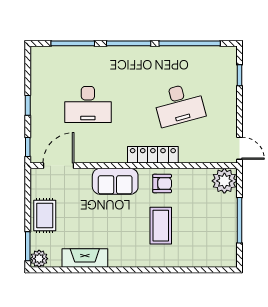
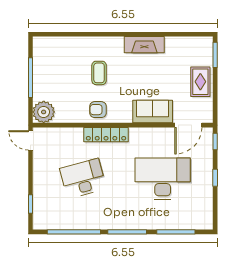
desk: (88, 104) -> (163, 179), width x1.36, depth x1.30
sofa: (115, 181) -> (153, 111), moved
coffee table: (161, 226) -> (99, 73), width x0.73, depth x0.77
fireplace: (85, 258) -> (144, 45), moved
plant: (39, 259) -> (205, 44), removed

